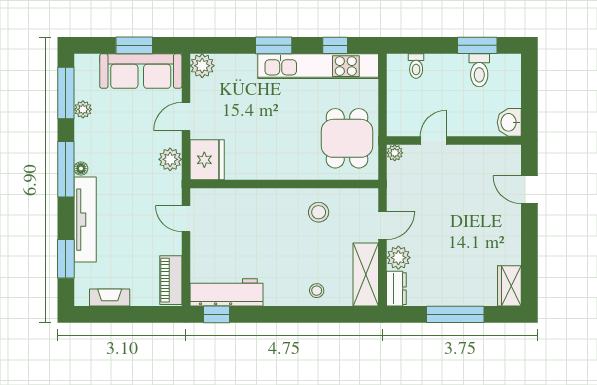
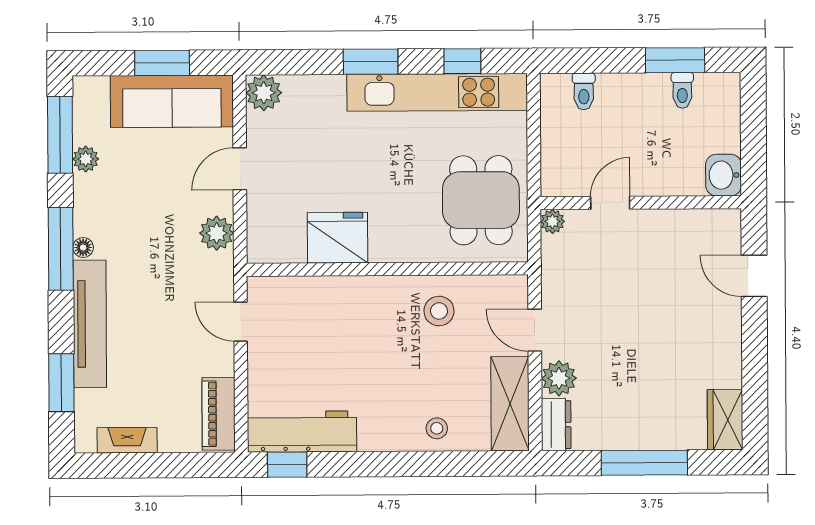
toilet: (479, 70) -> (682, 90), width x0.73, depth x0.72
fridge: (207, 160) -> (338, 238), moved, turned -90
door: (382, 225) -> (535, 330), swing flipped

